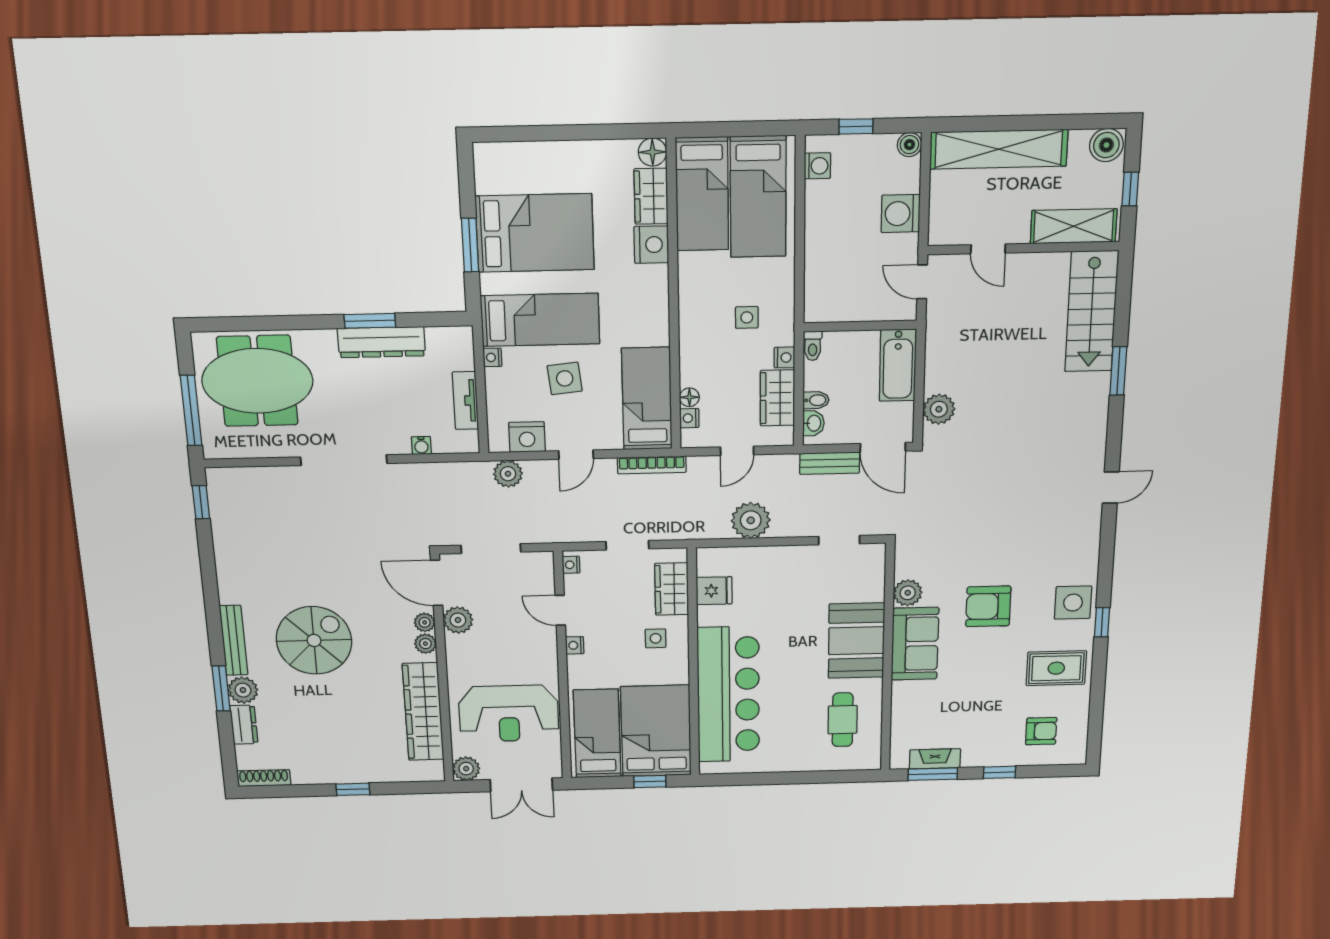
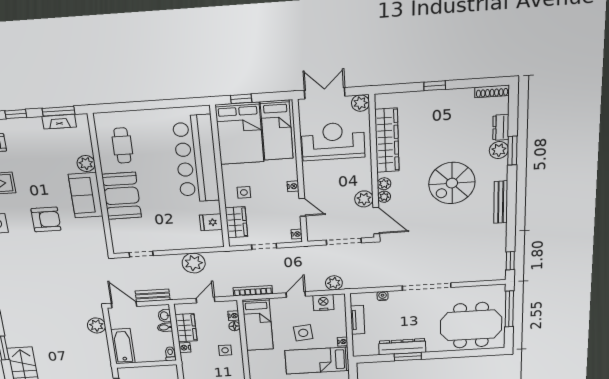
side table: (747, 317) -> (225, 350), moved
plant: (908, 593) -> (86, 163), moved
bench: (233, 640) -> (501, 202), moved

